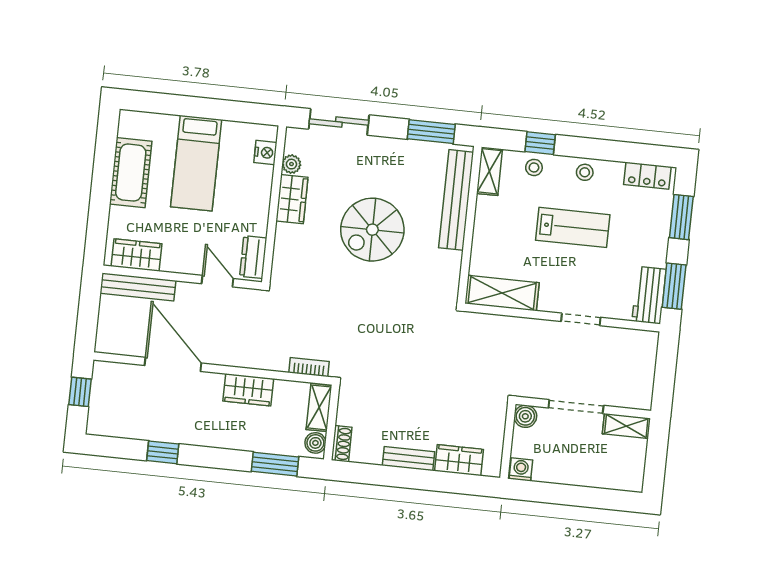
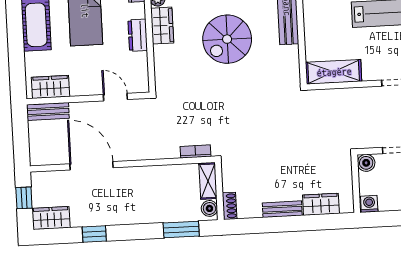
dresser: (253, 257) -> (138, 35), moved
bench: (138, 287) -> (48, 111), width x0.73
wardrobe: (248, 390) -> (51, 218), moved, turned 180

